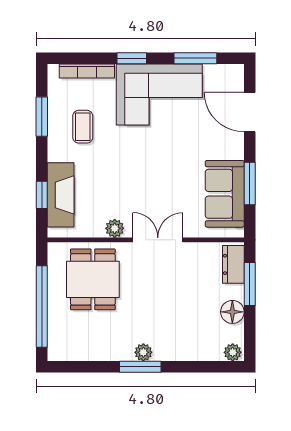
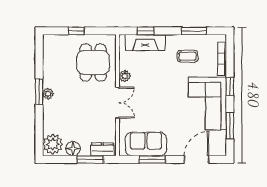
dining table: (93, 279) -> (93, 62), turned 90
window: (42, 307) -> (76, 31), width x0.32
plant: (233, 352) -> (53, 144), width x1.88, depth x1.88

